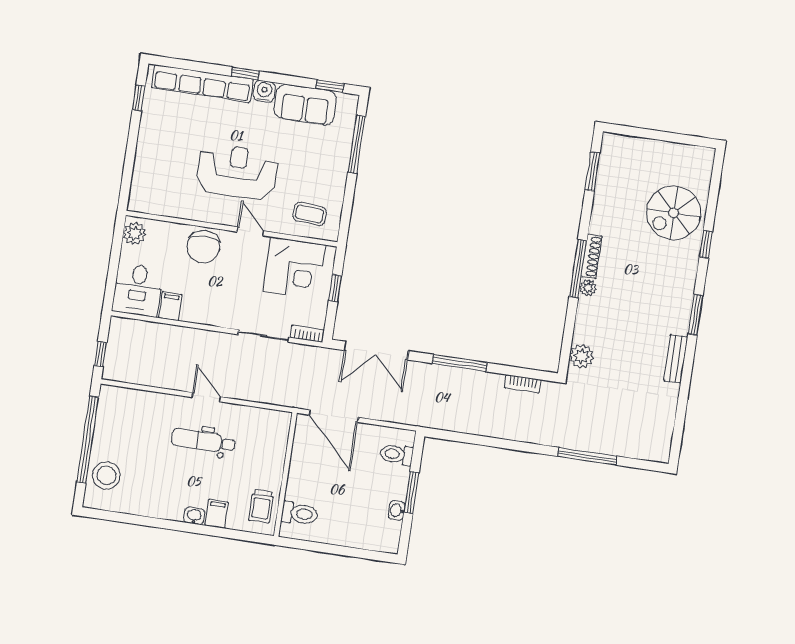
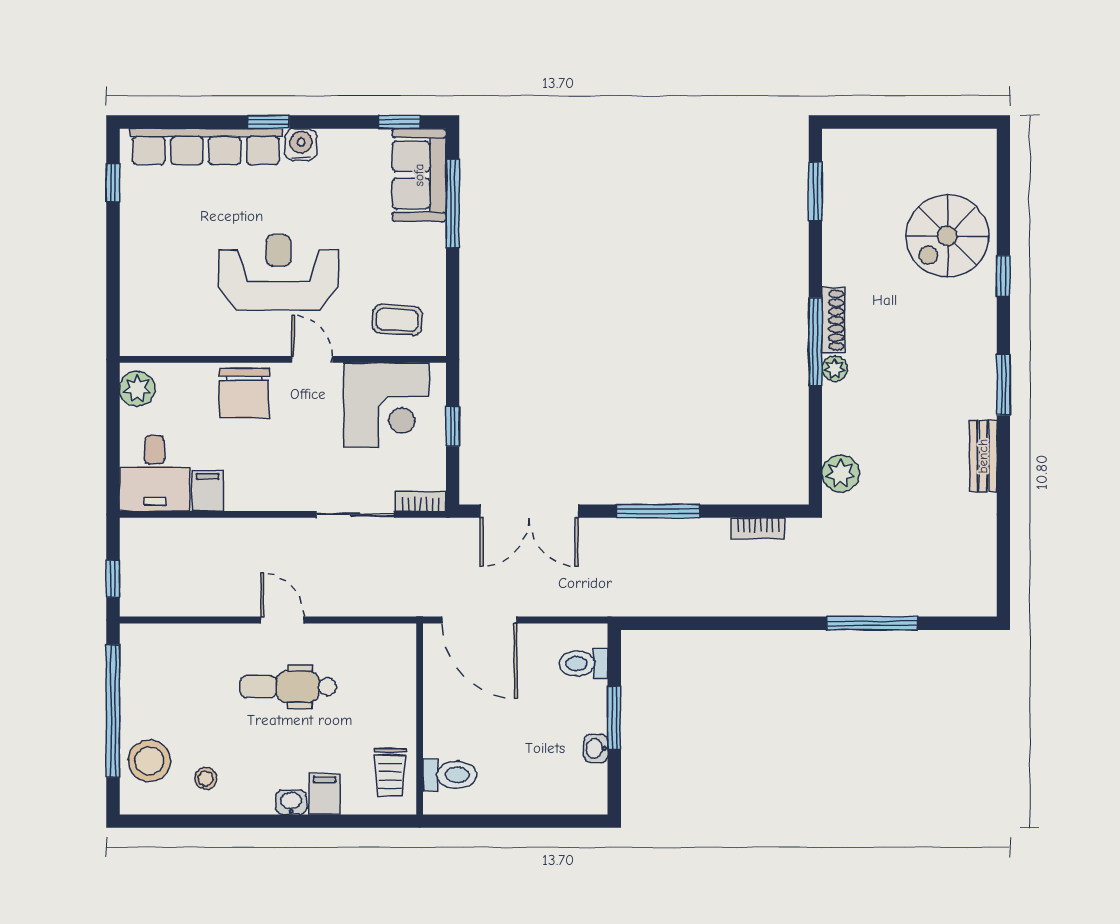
sofa: (305, 105) -> (419, 175), moved, turned 90
stool: (141, 492) -> (206, 778), added

